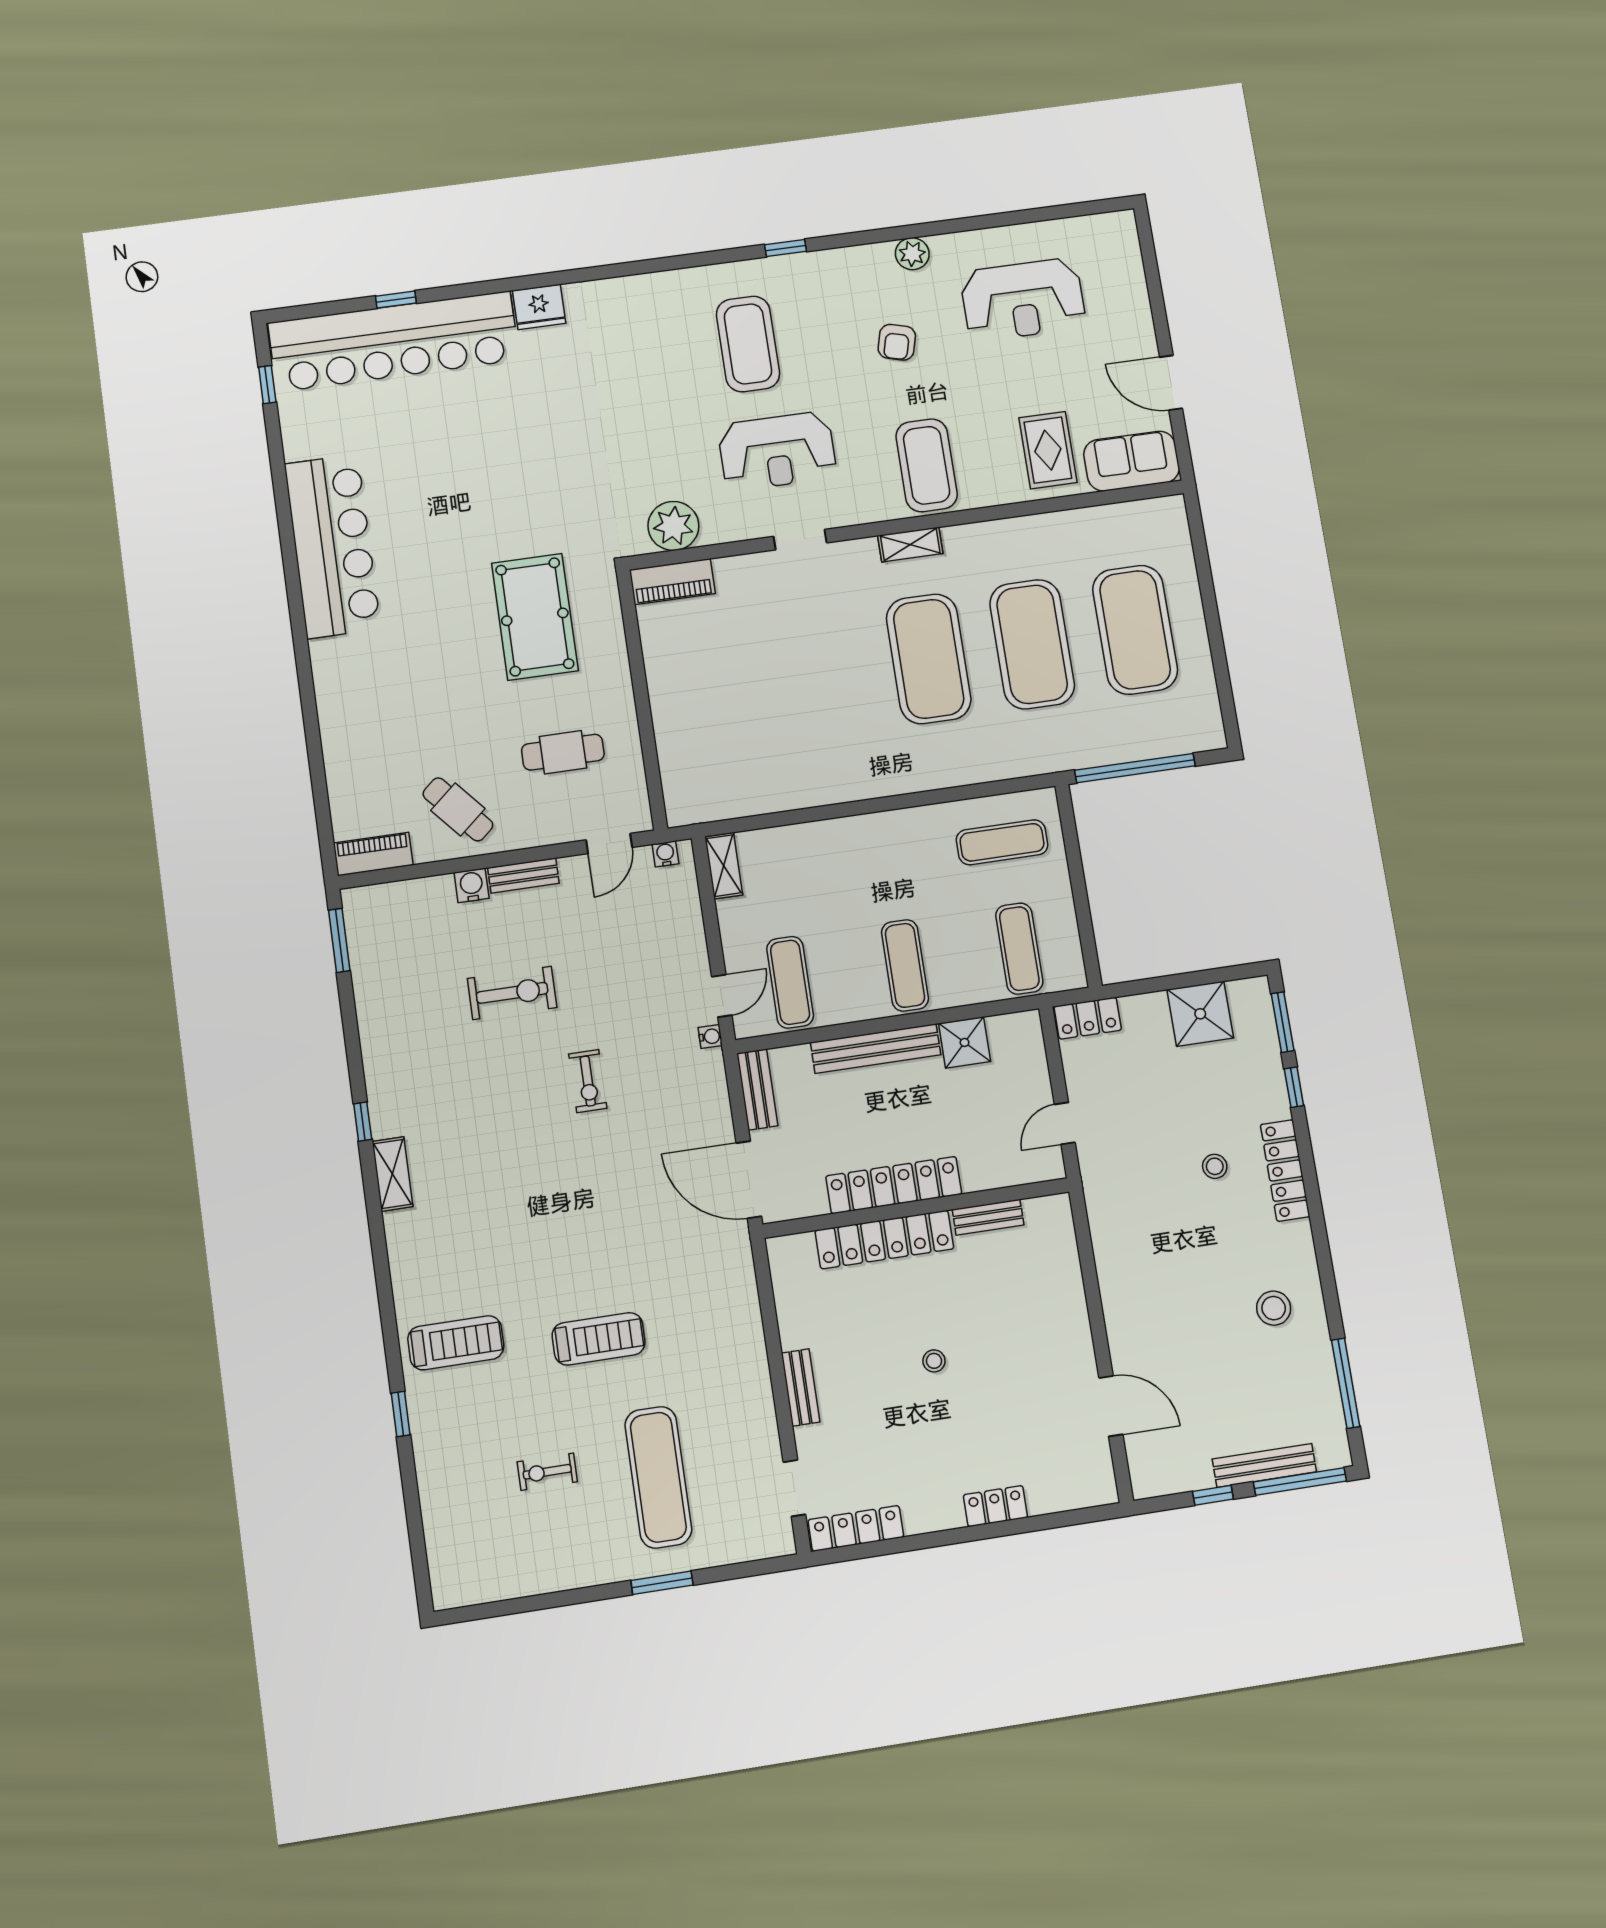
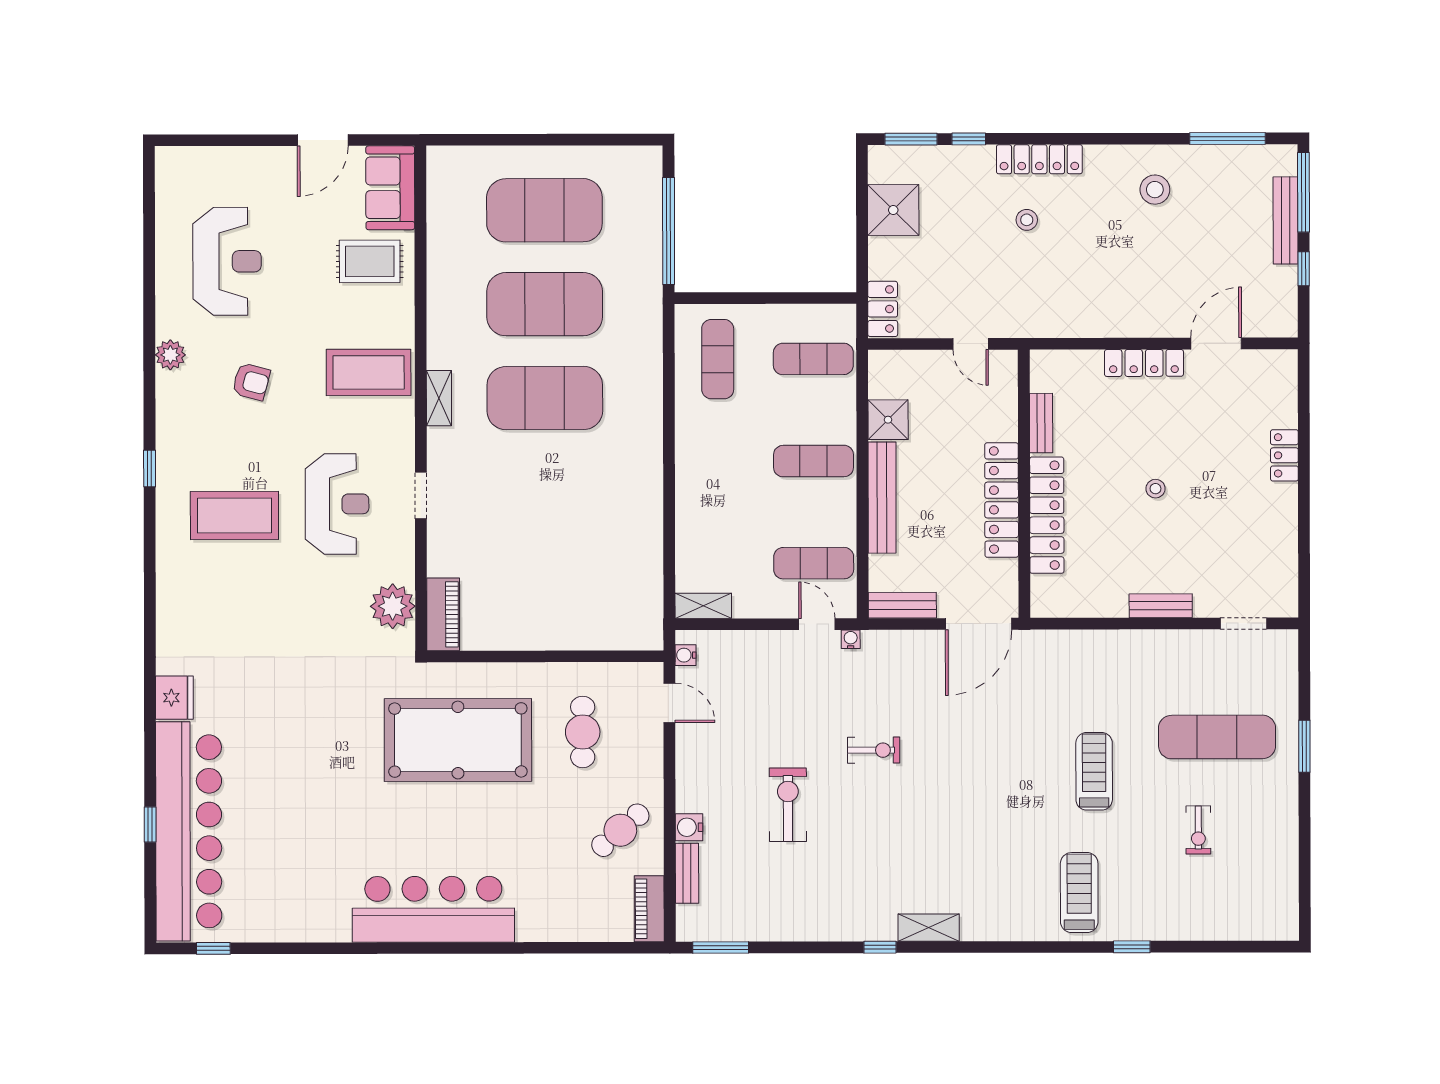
bar counter: (332, 546) -> (433, 909), moved
pool table: (535, 617) -> (458, 740), width x1.36, depth x1.32
bench: (523, 876) -> (687, 873), moved
locker: (856, 1528) -> (1144, 363), moved, turned -90

